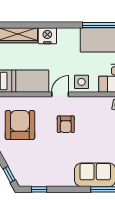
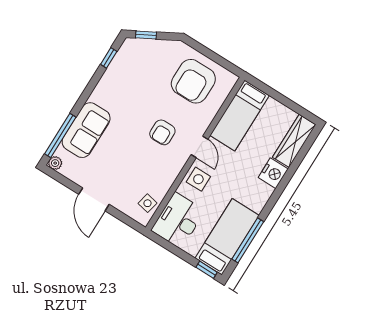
armchair: (66, 124) -> (162, 132), turned -90
armchair: (20, 125) -> (193, 81), turned 90

